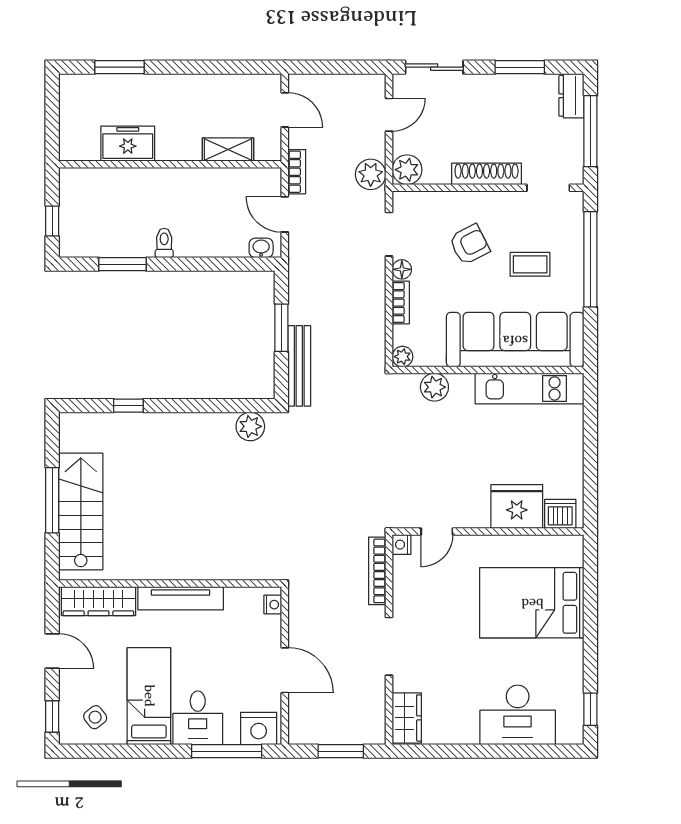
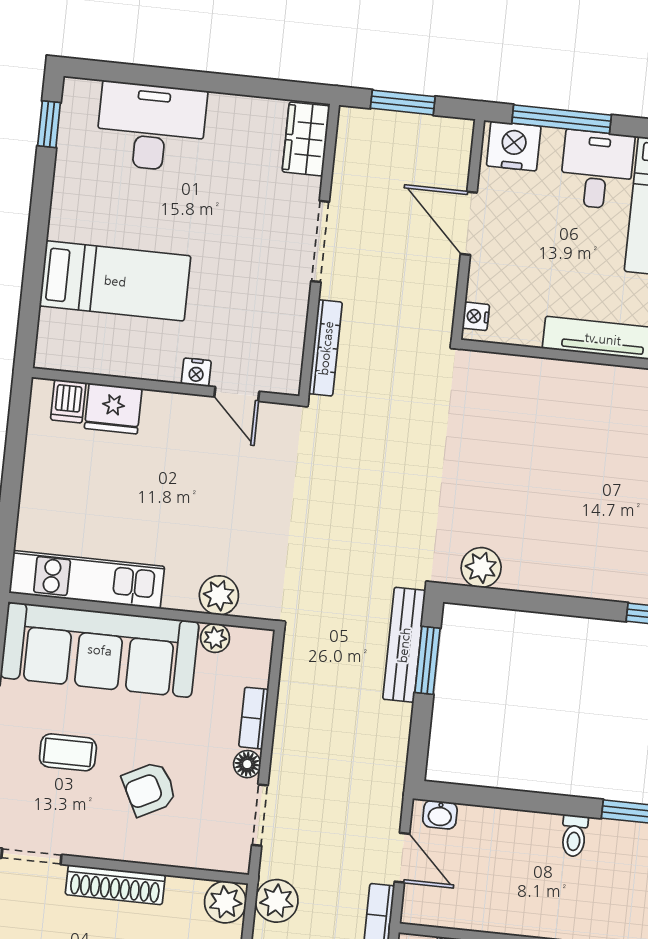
window: (281, 328) -> (428, 660), moved
plant: (402, 357) -> (215, 638), moved
fridge: (517, 506) -> (113, 409), width x0.73, depth x0.75
dishwasher: (560, 514) -> (68, 401), width x0.73
door: (437, 532) -> (237, 394), swing flipped
nightstand: (401, 545) -> (196, 372), moved, turned 90
bed: (532, 603) -> (115, 281), width x0.67

